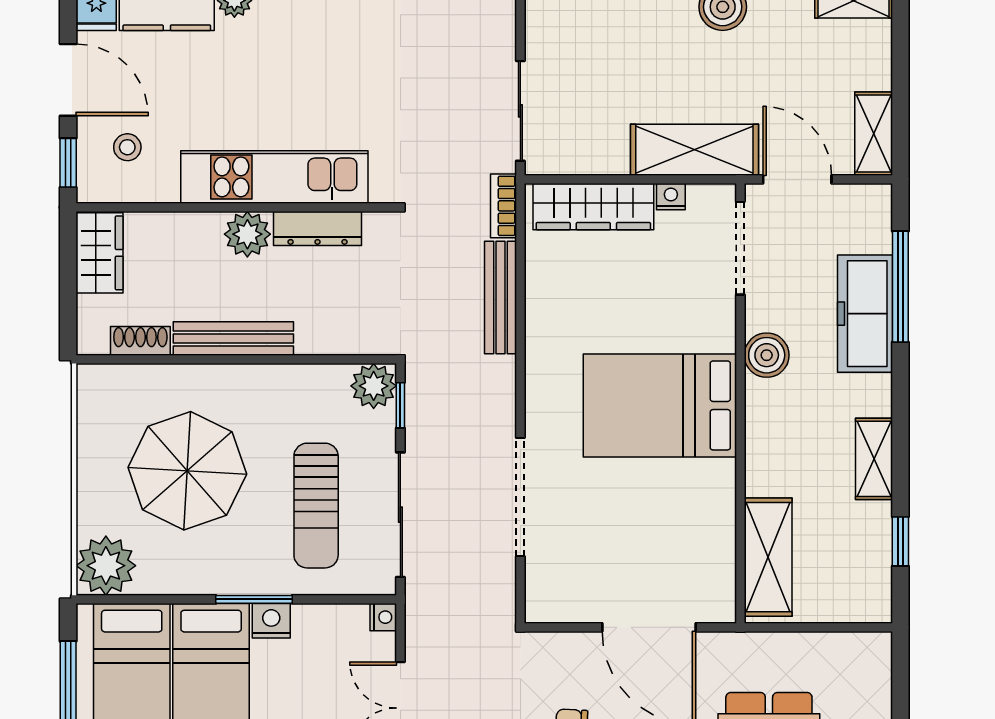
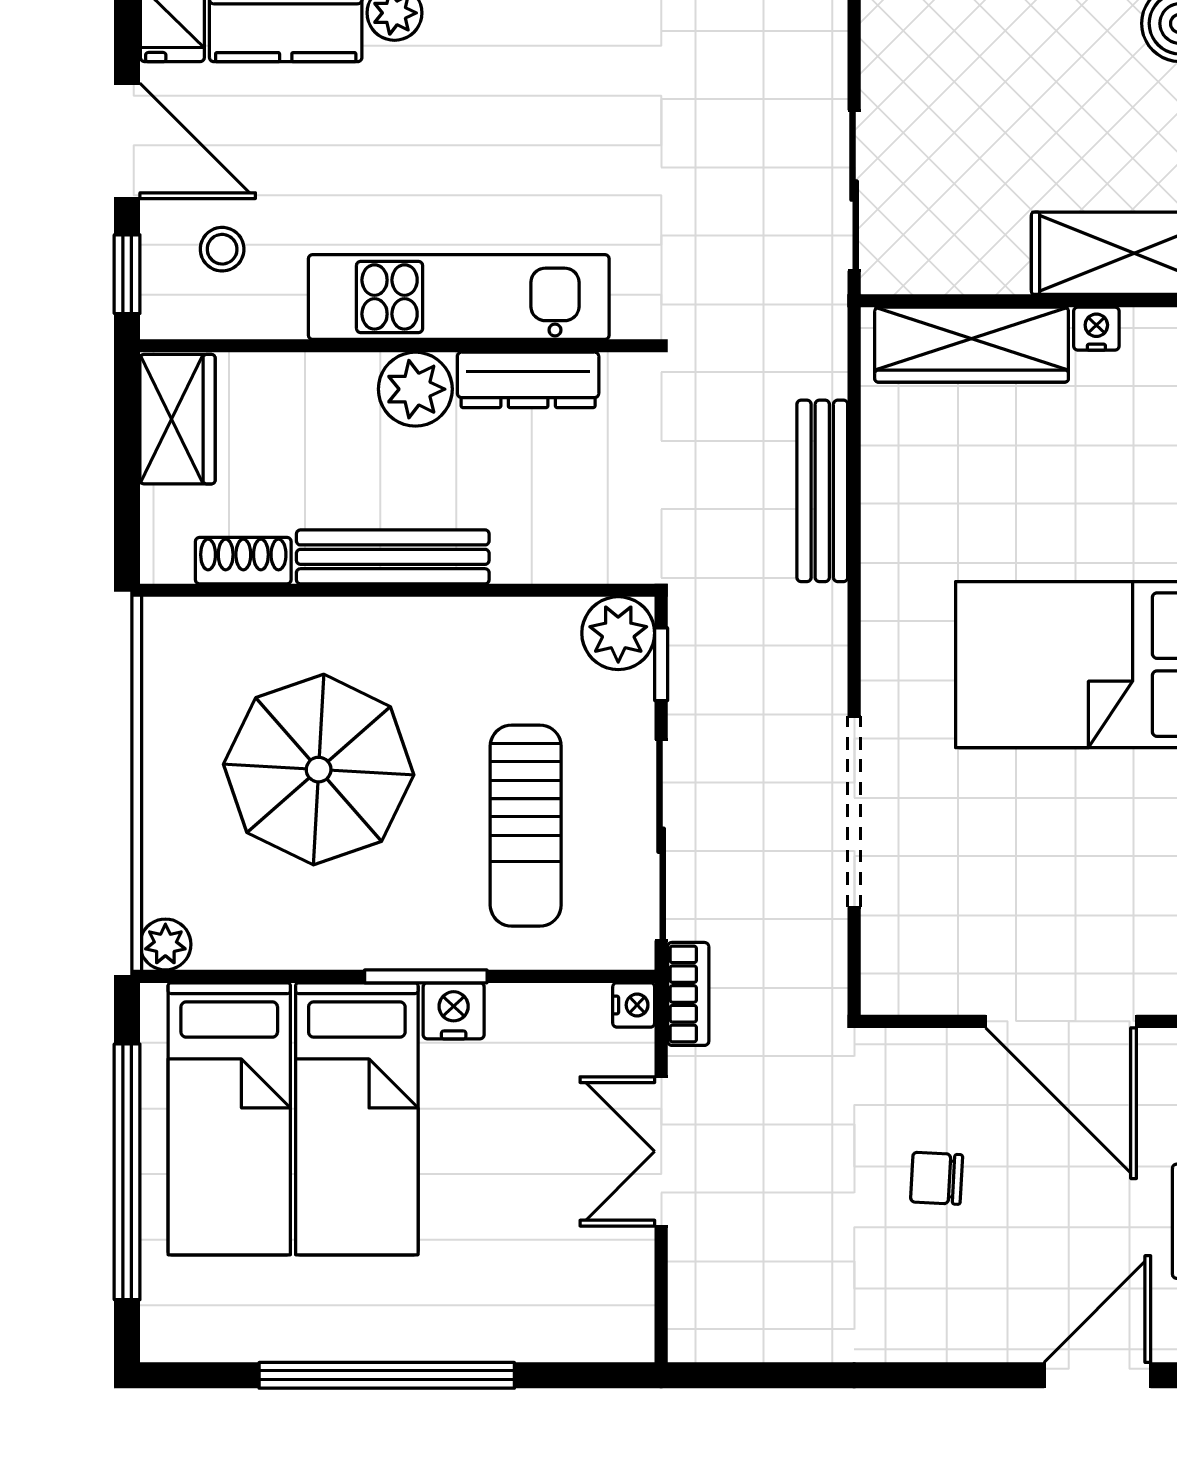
bookcase: (503, 206) -> (688, 994), moved, turned 180
plant: (106, 566) -> (165, 944), width x0.53, depth x0.53

